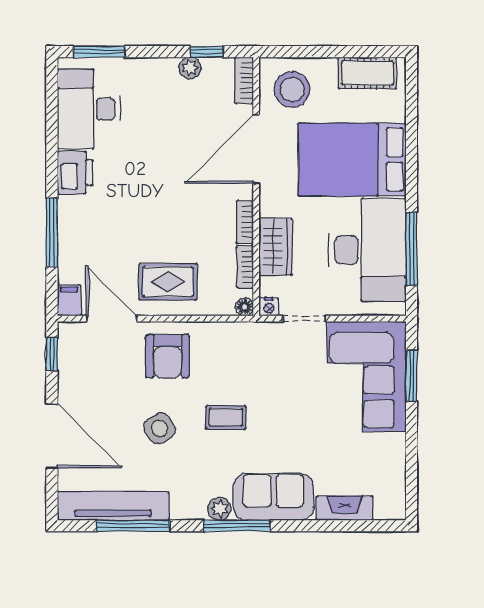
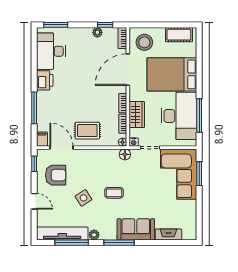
floor lamp: (250, 334) -> (125, 154), added
armchair: (168, 356) -> (56, 175), moved, turned -90
door: (52, 436) -> (34, 201), width x0.53
plant: (219, 509) -> (94, 235), moved

